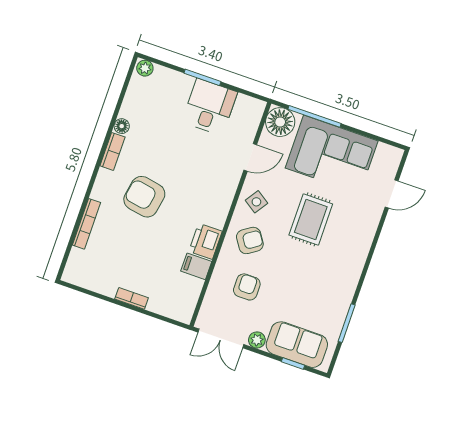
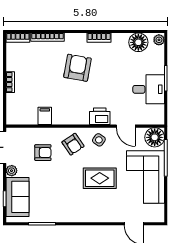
floor lamp: (122, 126) -> (138, 42), moved, width x1.89, depth x1.89
printer: (206, 241) -> (100, 116), moved
bookcase: (73, 266) -> (18, 38), added

